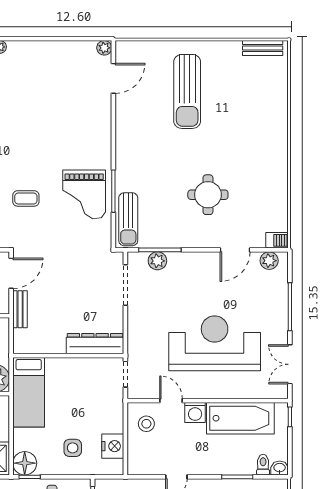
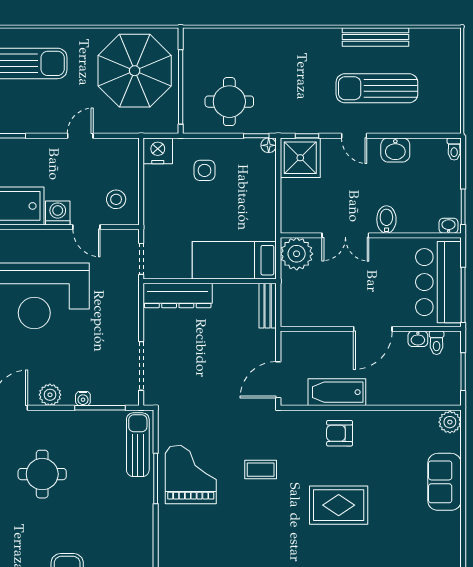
water cooler: (174, 258) -> (83, 398), added
plant: (157, 261) -> (50, 395), moved
bench: (20, 309) -> (268, 306), moved
bed: (29, 392) -> (234, 260), moved, turned -90
nightstand: (113, 446) -> (158, 151), moved, turned 90
floor lamp: (25, 463) -> (269, 145), width x0.53, depth x0.53

